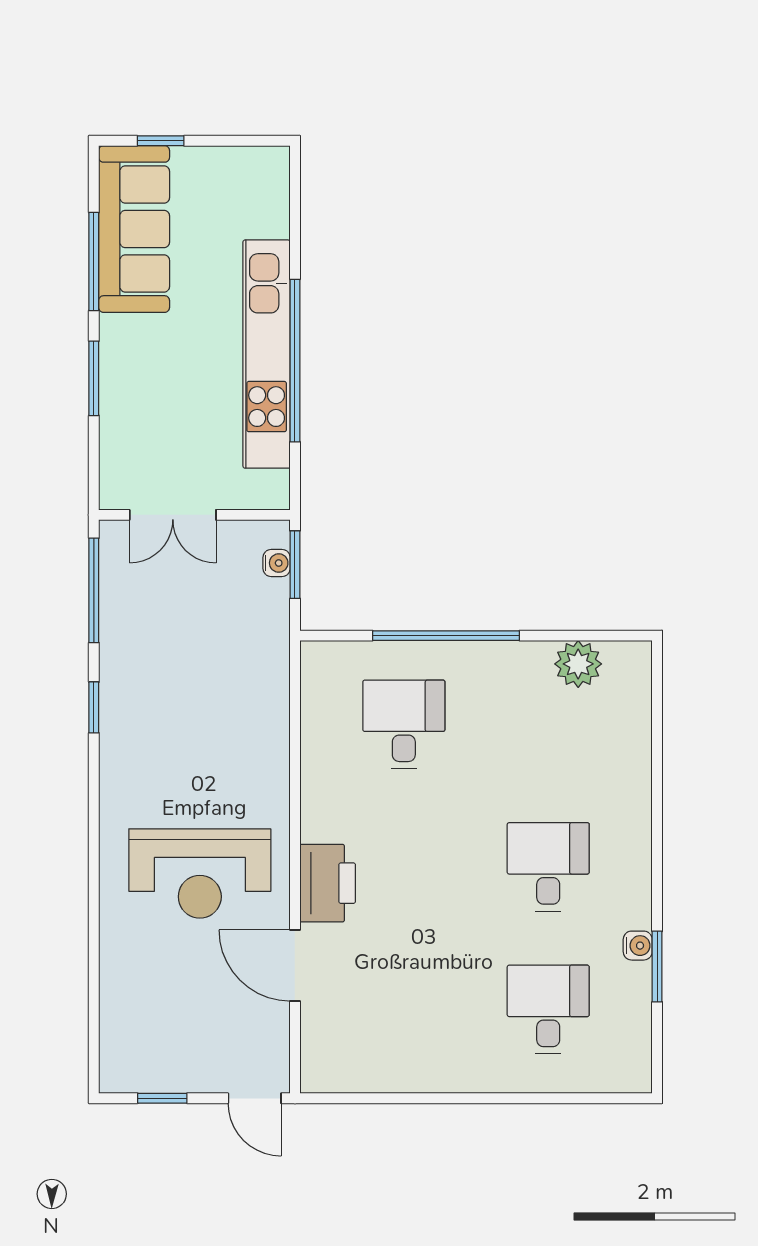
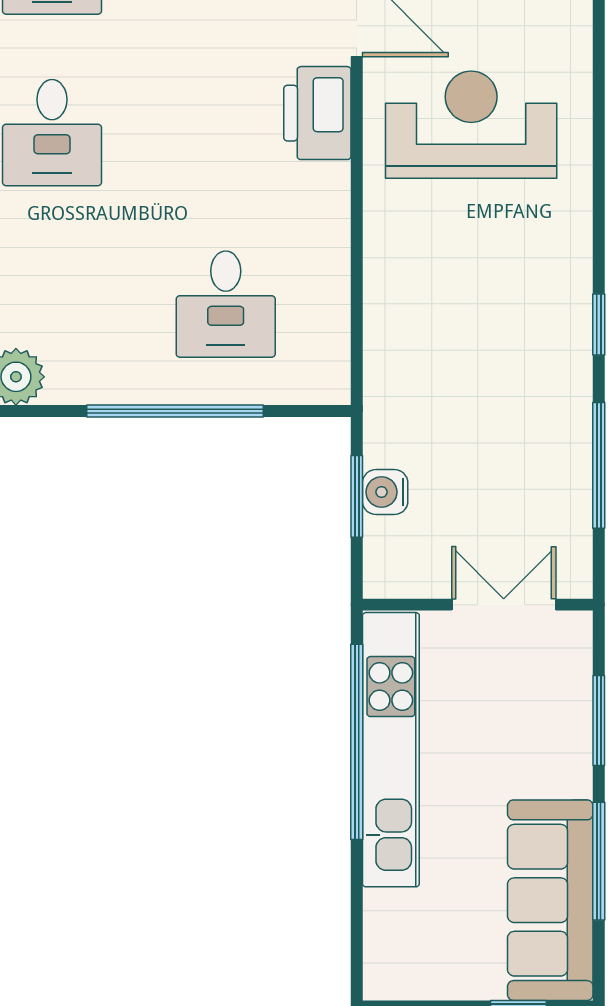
double door: (173, 515) -> (504, 605), moved
wall: (194, 515) -> (478, 605), moved
water cooler: (277, 563) -> (385, 492), width x1.38, depth x1.38

